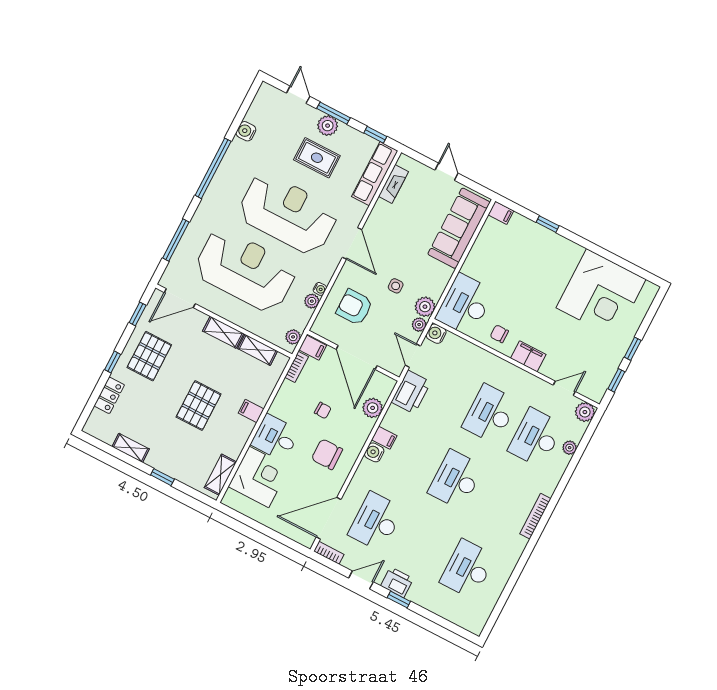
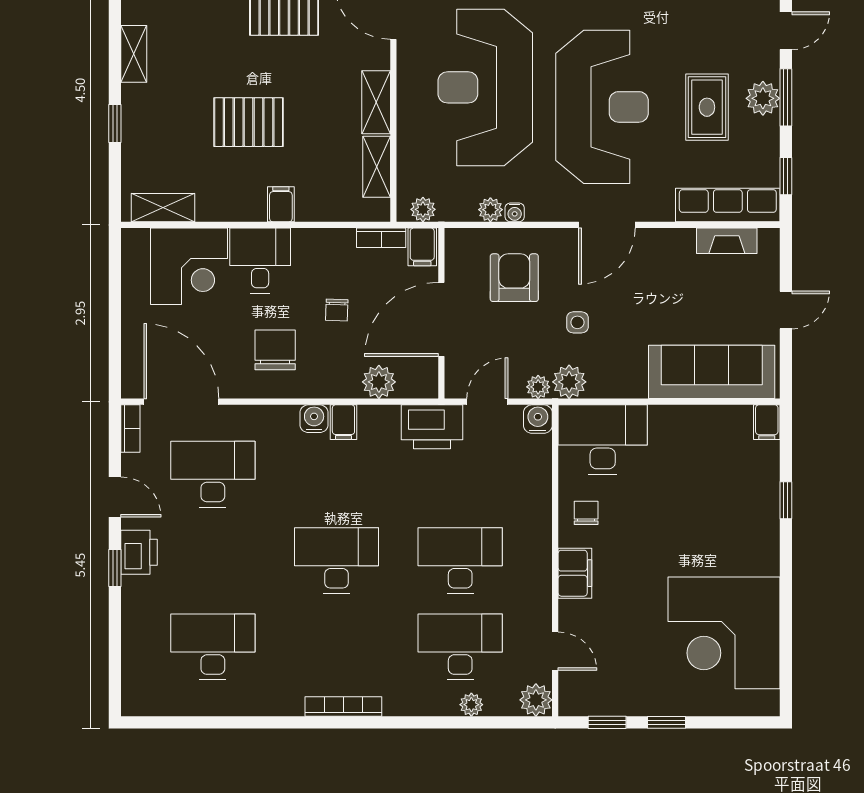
reception desk: (245, 270) -> (485, 87), turned 180

